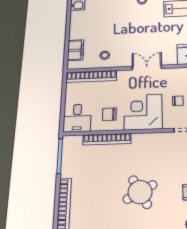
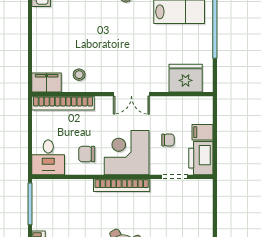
filing cabinet: (75, 50) -> (47, 82), moved, turned -90
double door: (147, 67) -> (131, 94), swing flipped
bookcase: (107, 139) -> (122, 185), moved

